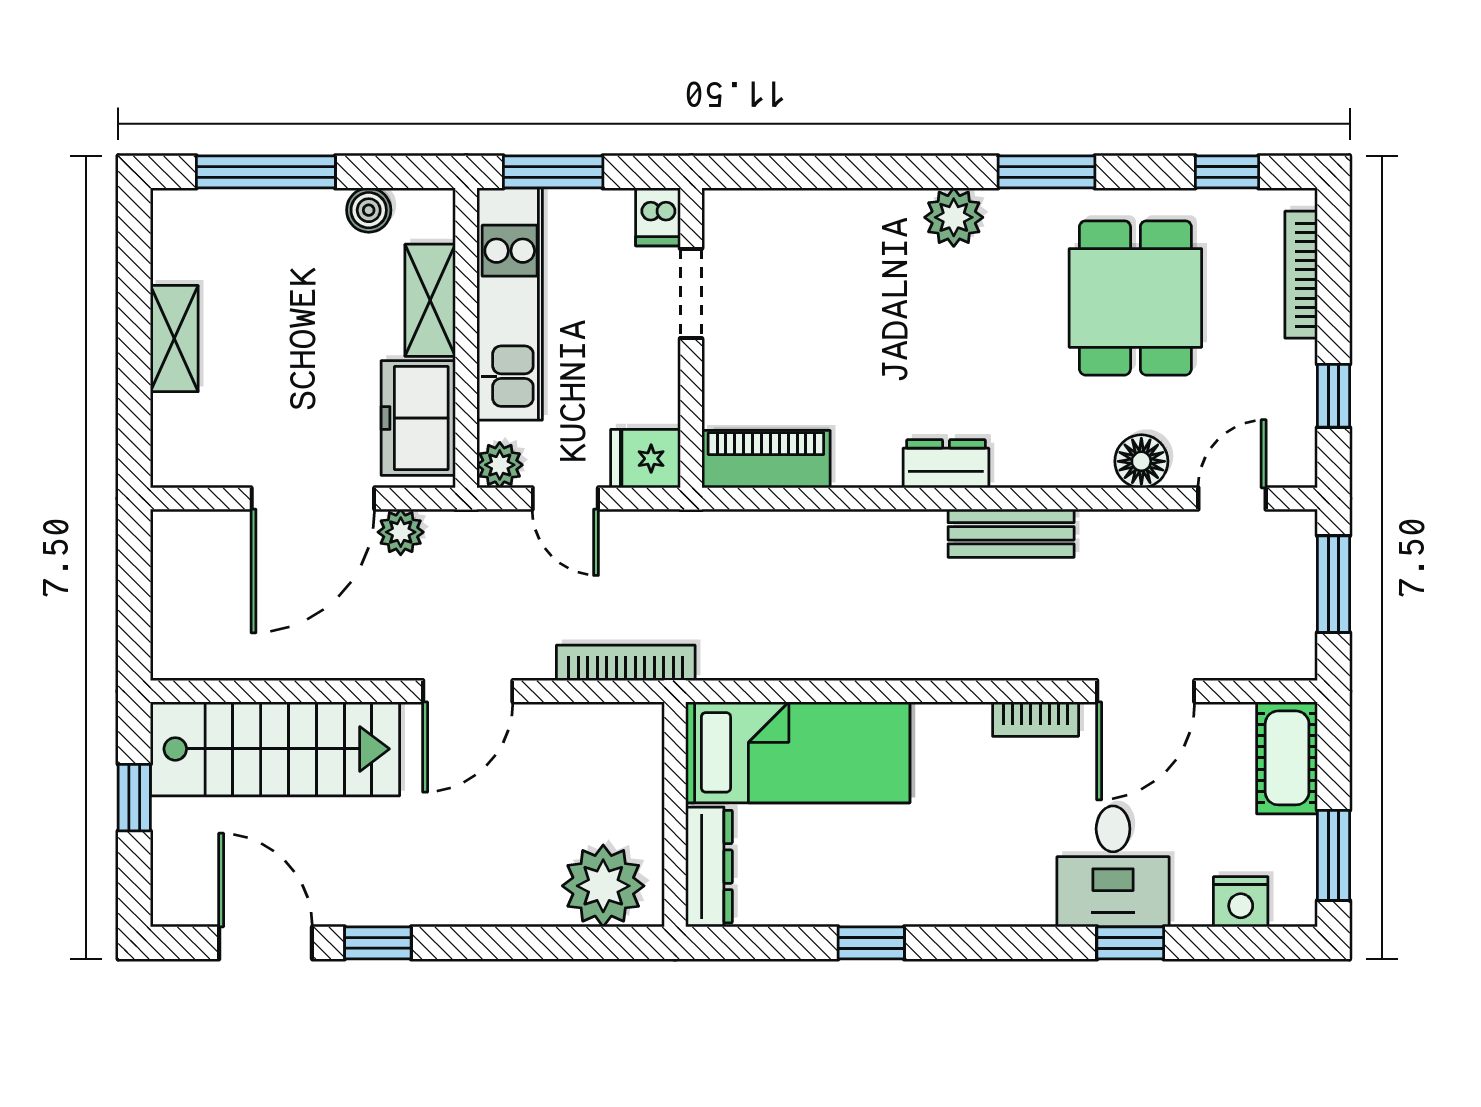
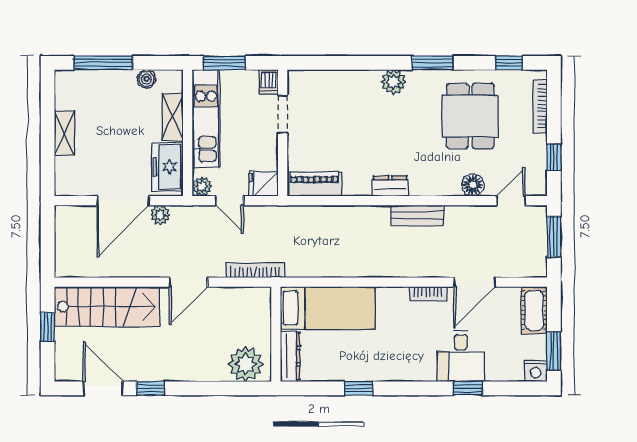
nightstand: (1241, 902) -> (536, 371), moved

